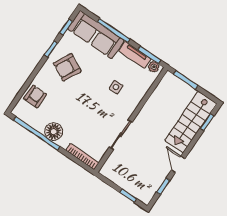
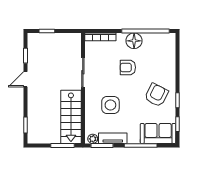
sofa: (96, 35) -> (158, 133), width x0.73
side table: (116, 87) -> (110, 105), width x1.87, depth x1.87
armchair: (35, 96) -> (128, 67), moved, turned 90
stairs: (191, 122) -> (71, 117), moved, turned 180
door: (178, 164) -> (26, 79), swing flipped

